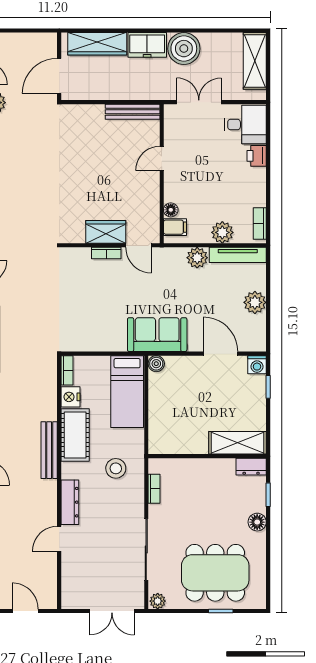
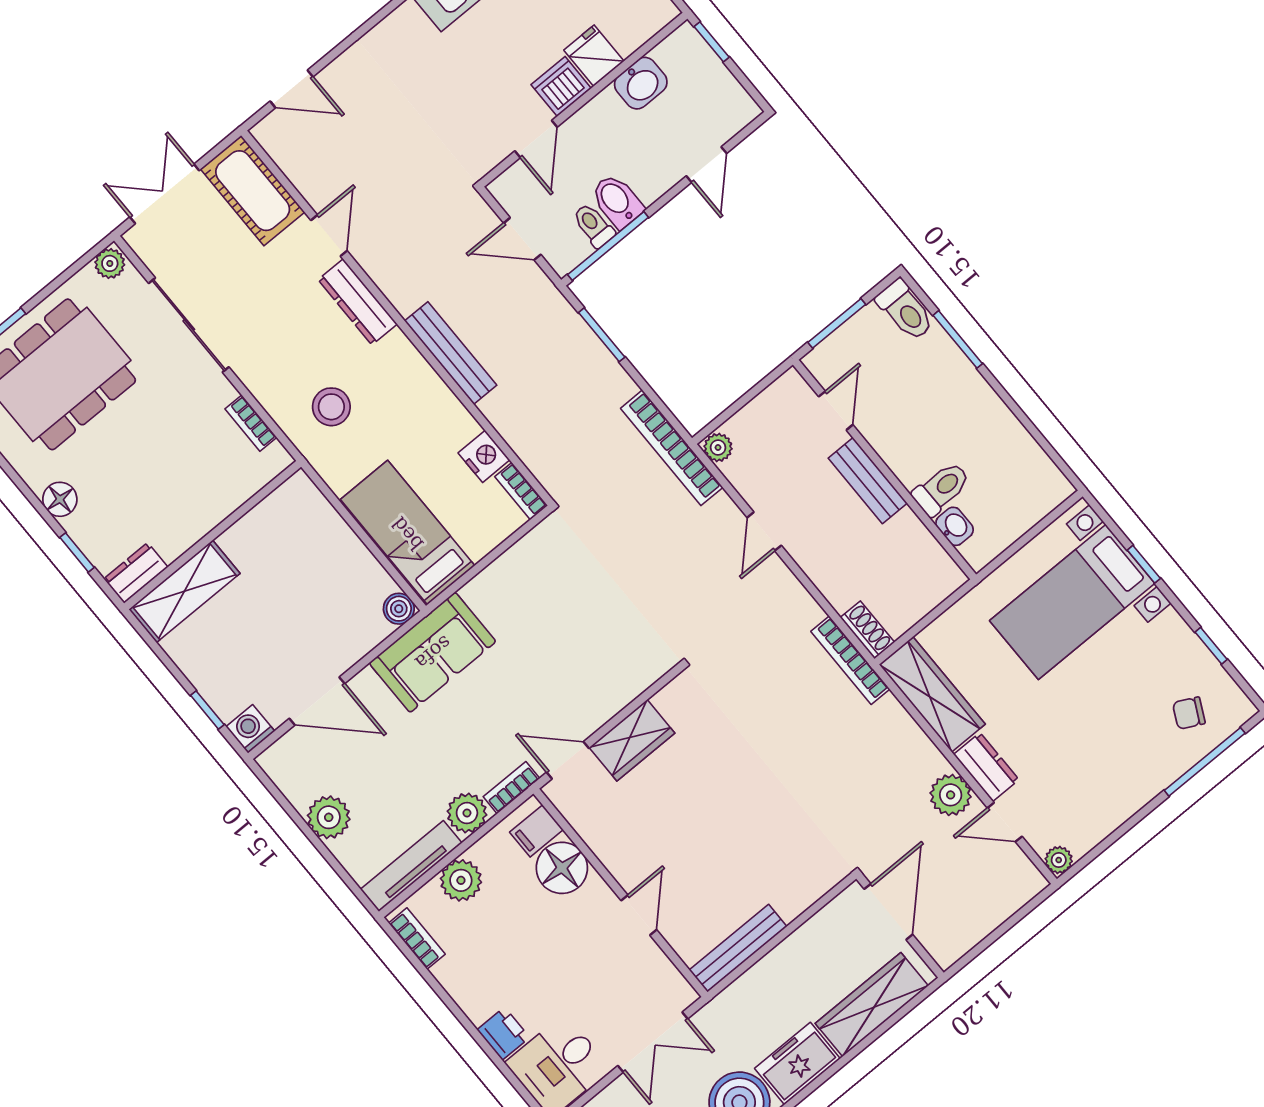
floor lamp: (171, 210) -> (562, 868), width x1.89, depth x1.89
bookcase: (106, 253) -> (512, 788), moved
cot: (75, 435) -> (253, 191), moved

